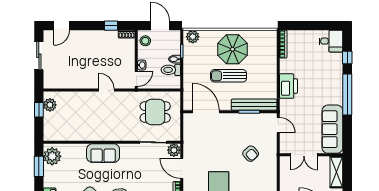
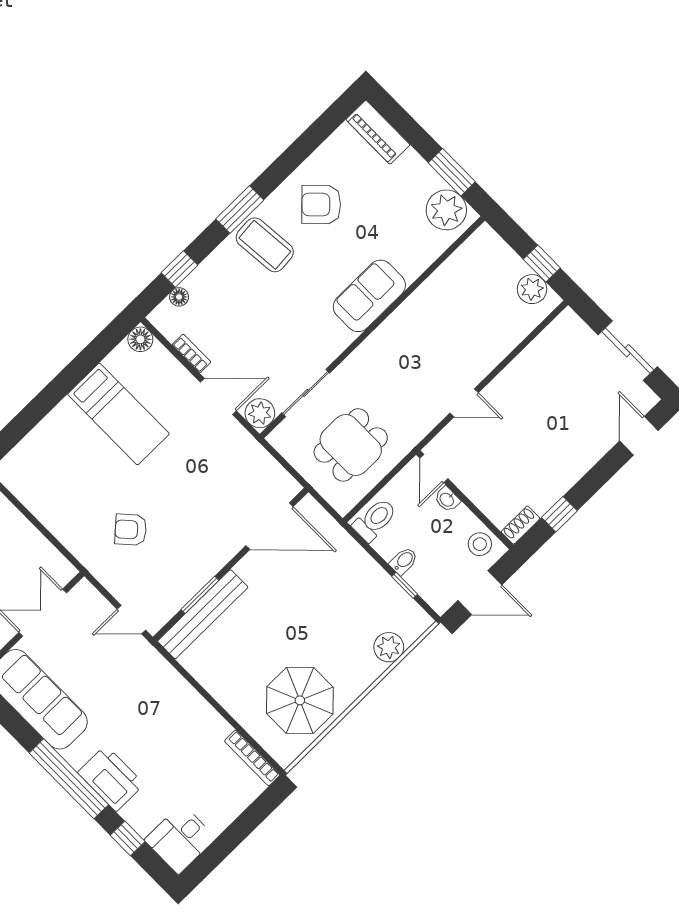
plant: (193, 37) -> (389, 647), moved
parasol: (232, 49) -> (300, 700), moved
toilet: (171, 70) -> (375, 520), moved
sun lounger: (229, 76) -> (290, 620), removed
printer: (288, 86) -> (111, 778), moved, turned 180

